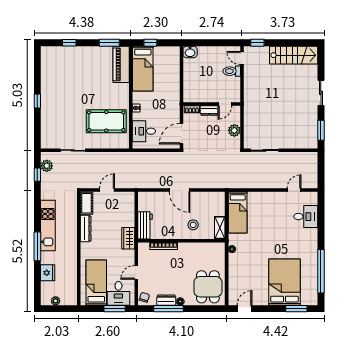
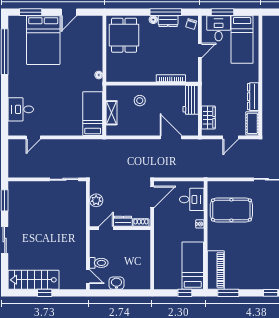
window: (257, 43) -> (45, 293), moved
washbasin: (190, 52) -> (116, 283), moved
door: (180, 190) -> (171, 137), moved
shelving: (220, 228) -> (111, 113), moved
wardrobe: (128, 238) -> (208, 117), moved
door: (245, 309) -> (69, 12), moved

